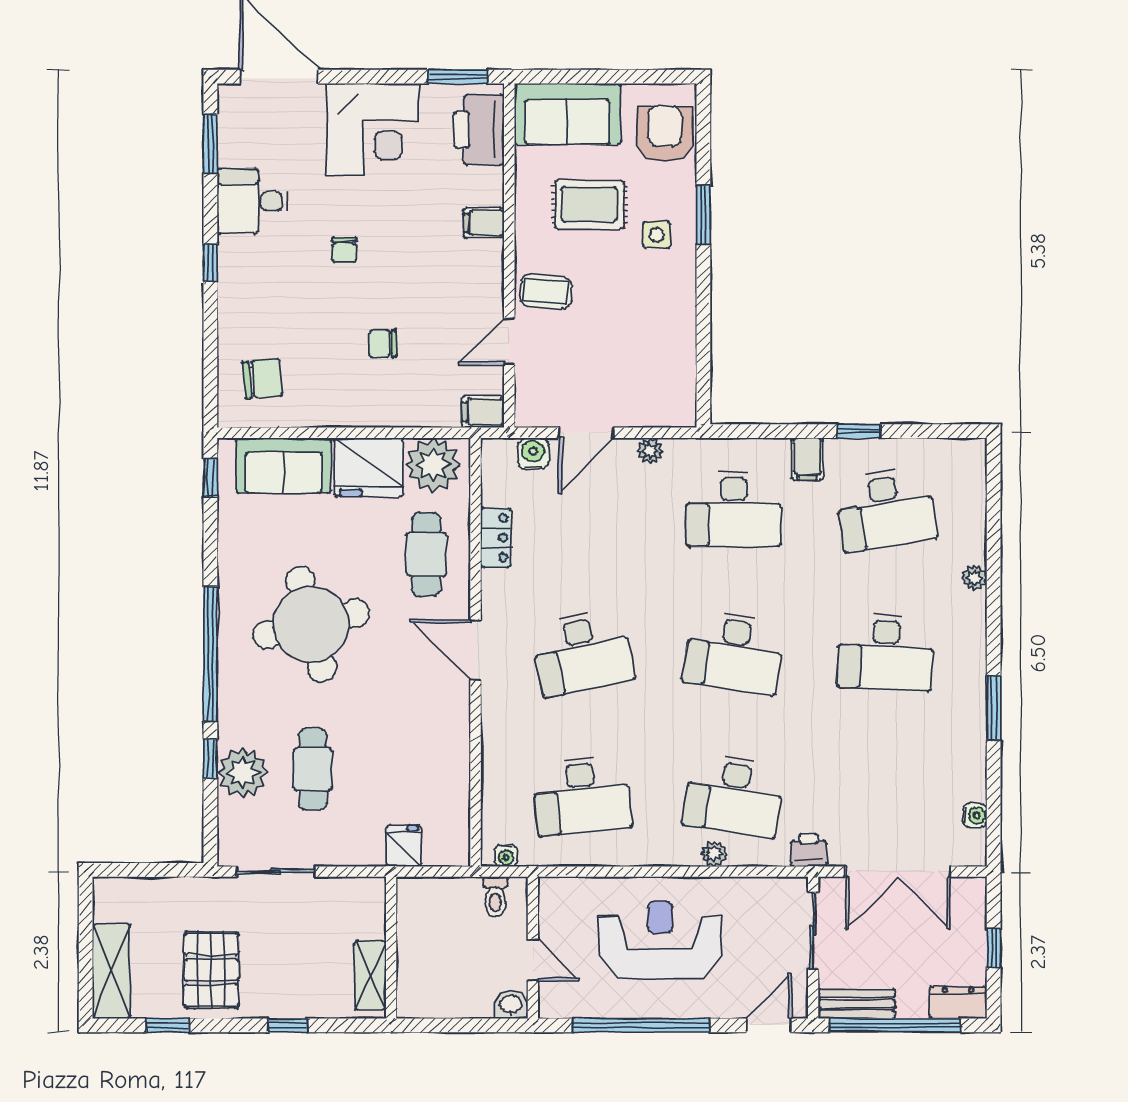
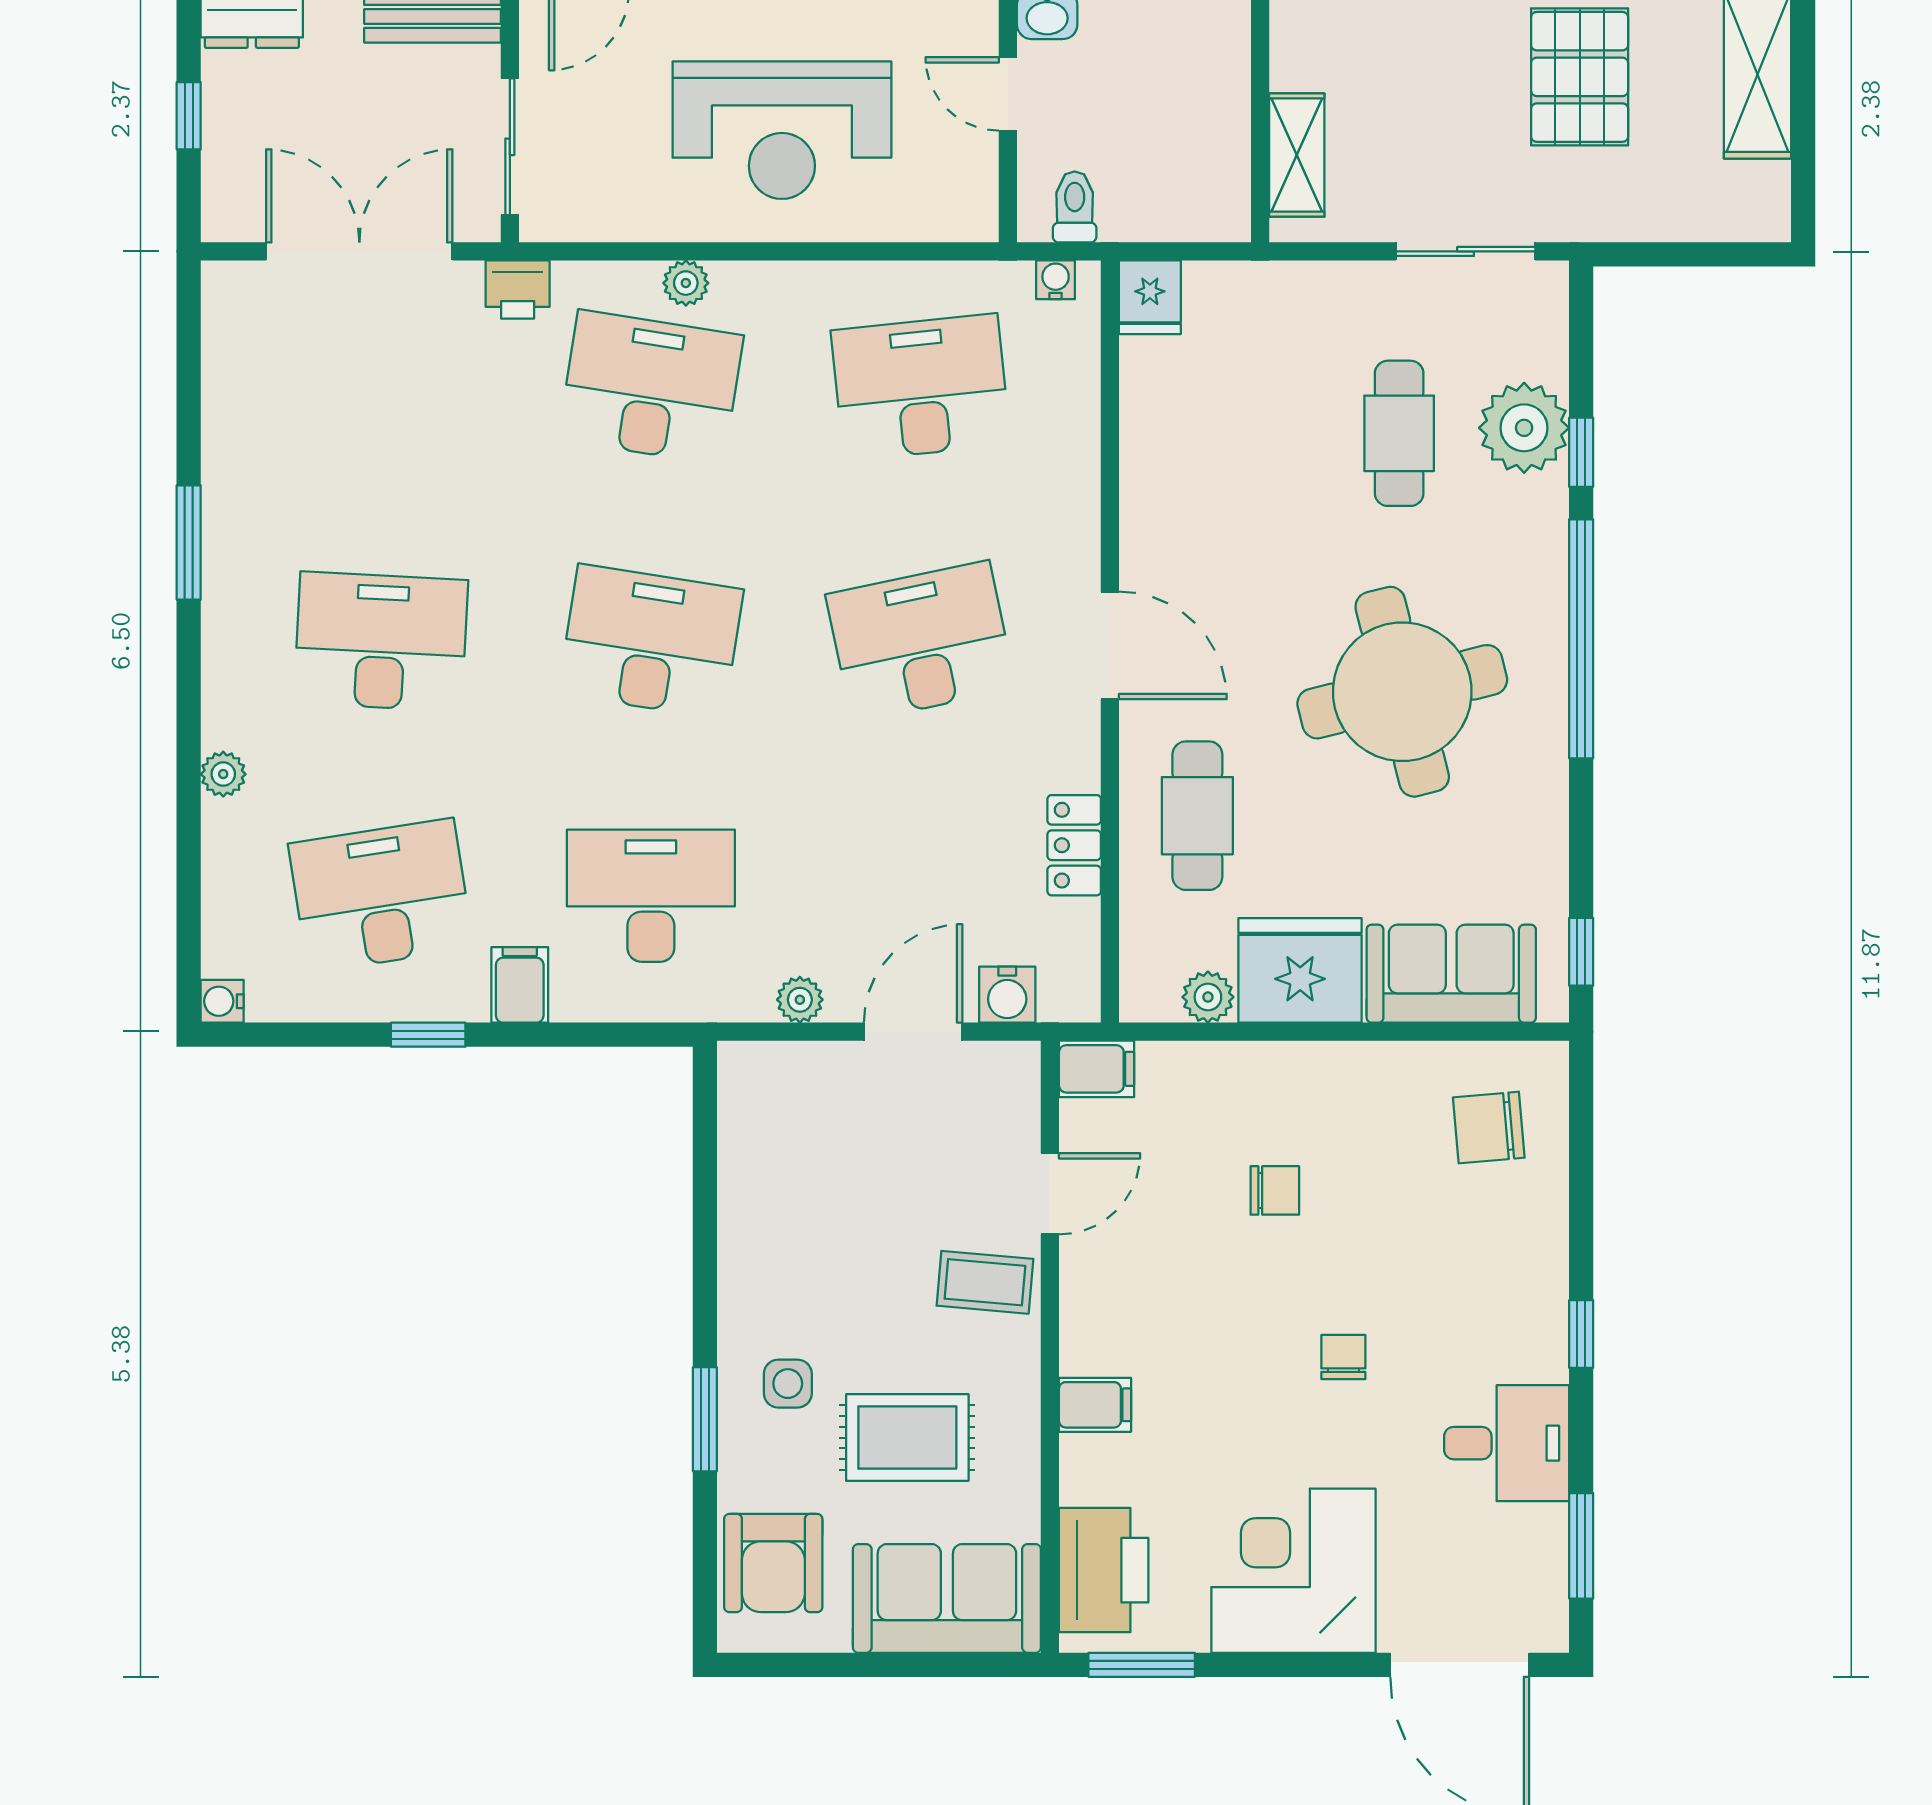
plant: (433, 465) -> (1208, 997), width x0.53, depth x0.53
water cooler: (975, 815) -> (222, 1001), moved
fridge: (404, 846) -> (1150, 297), moved
shelving: (370, 975) -> (1297, 155), moved

